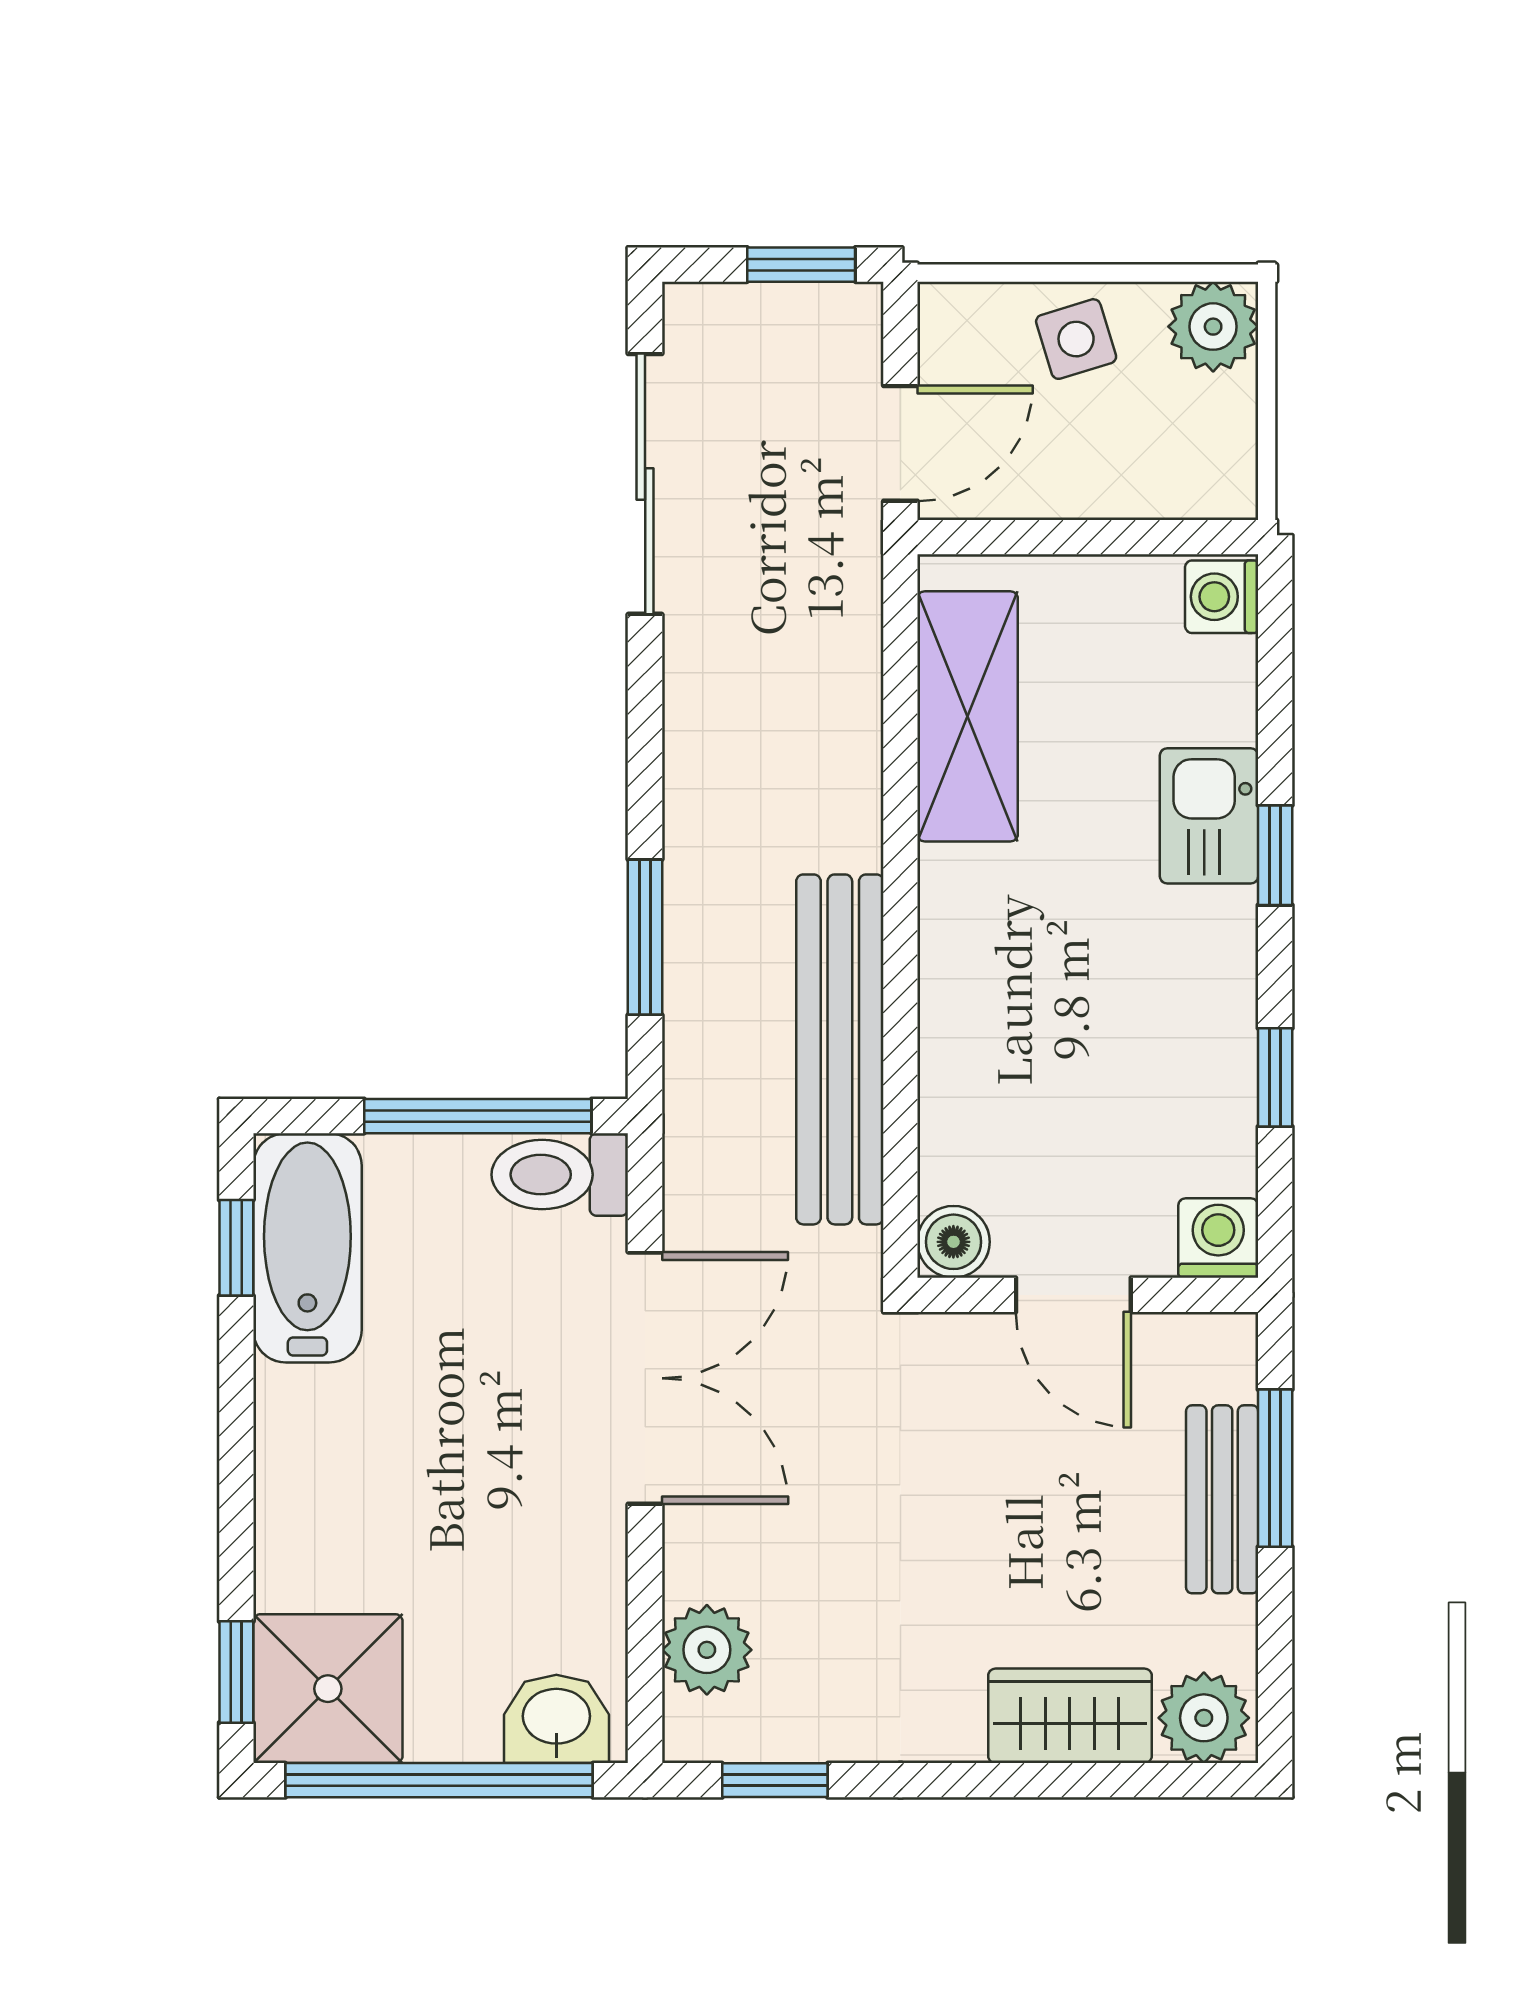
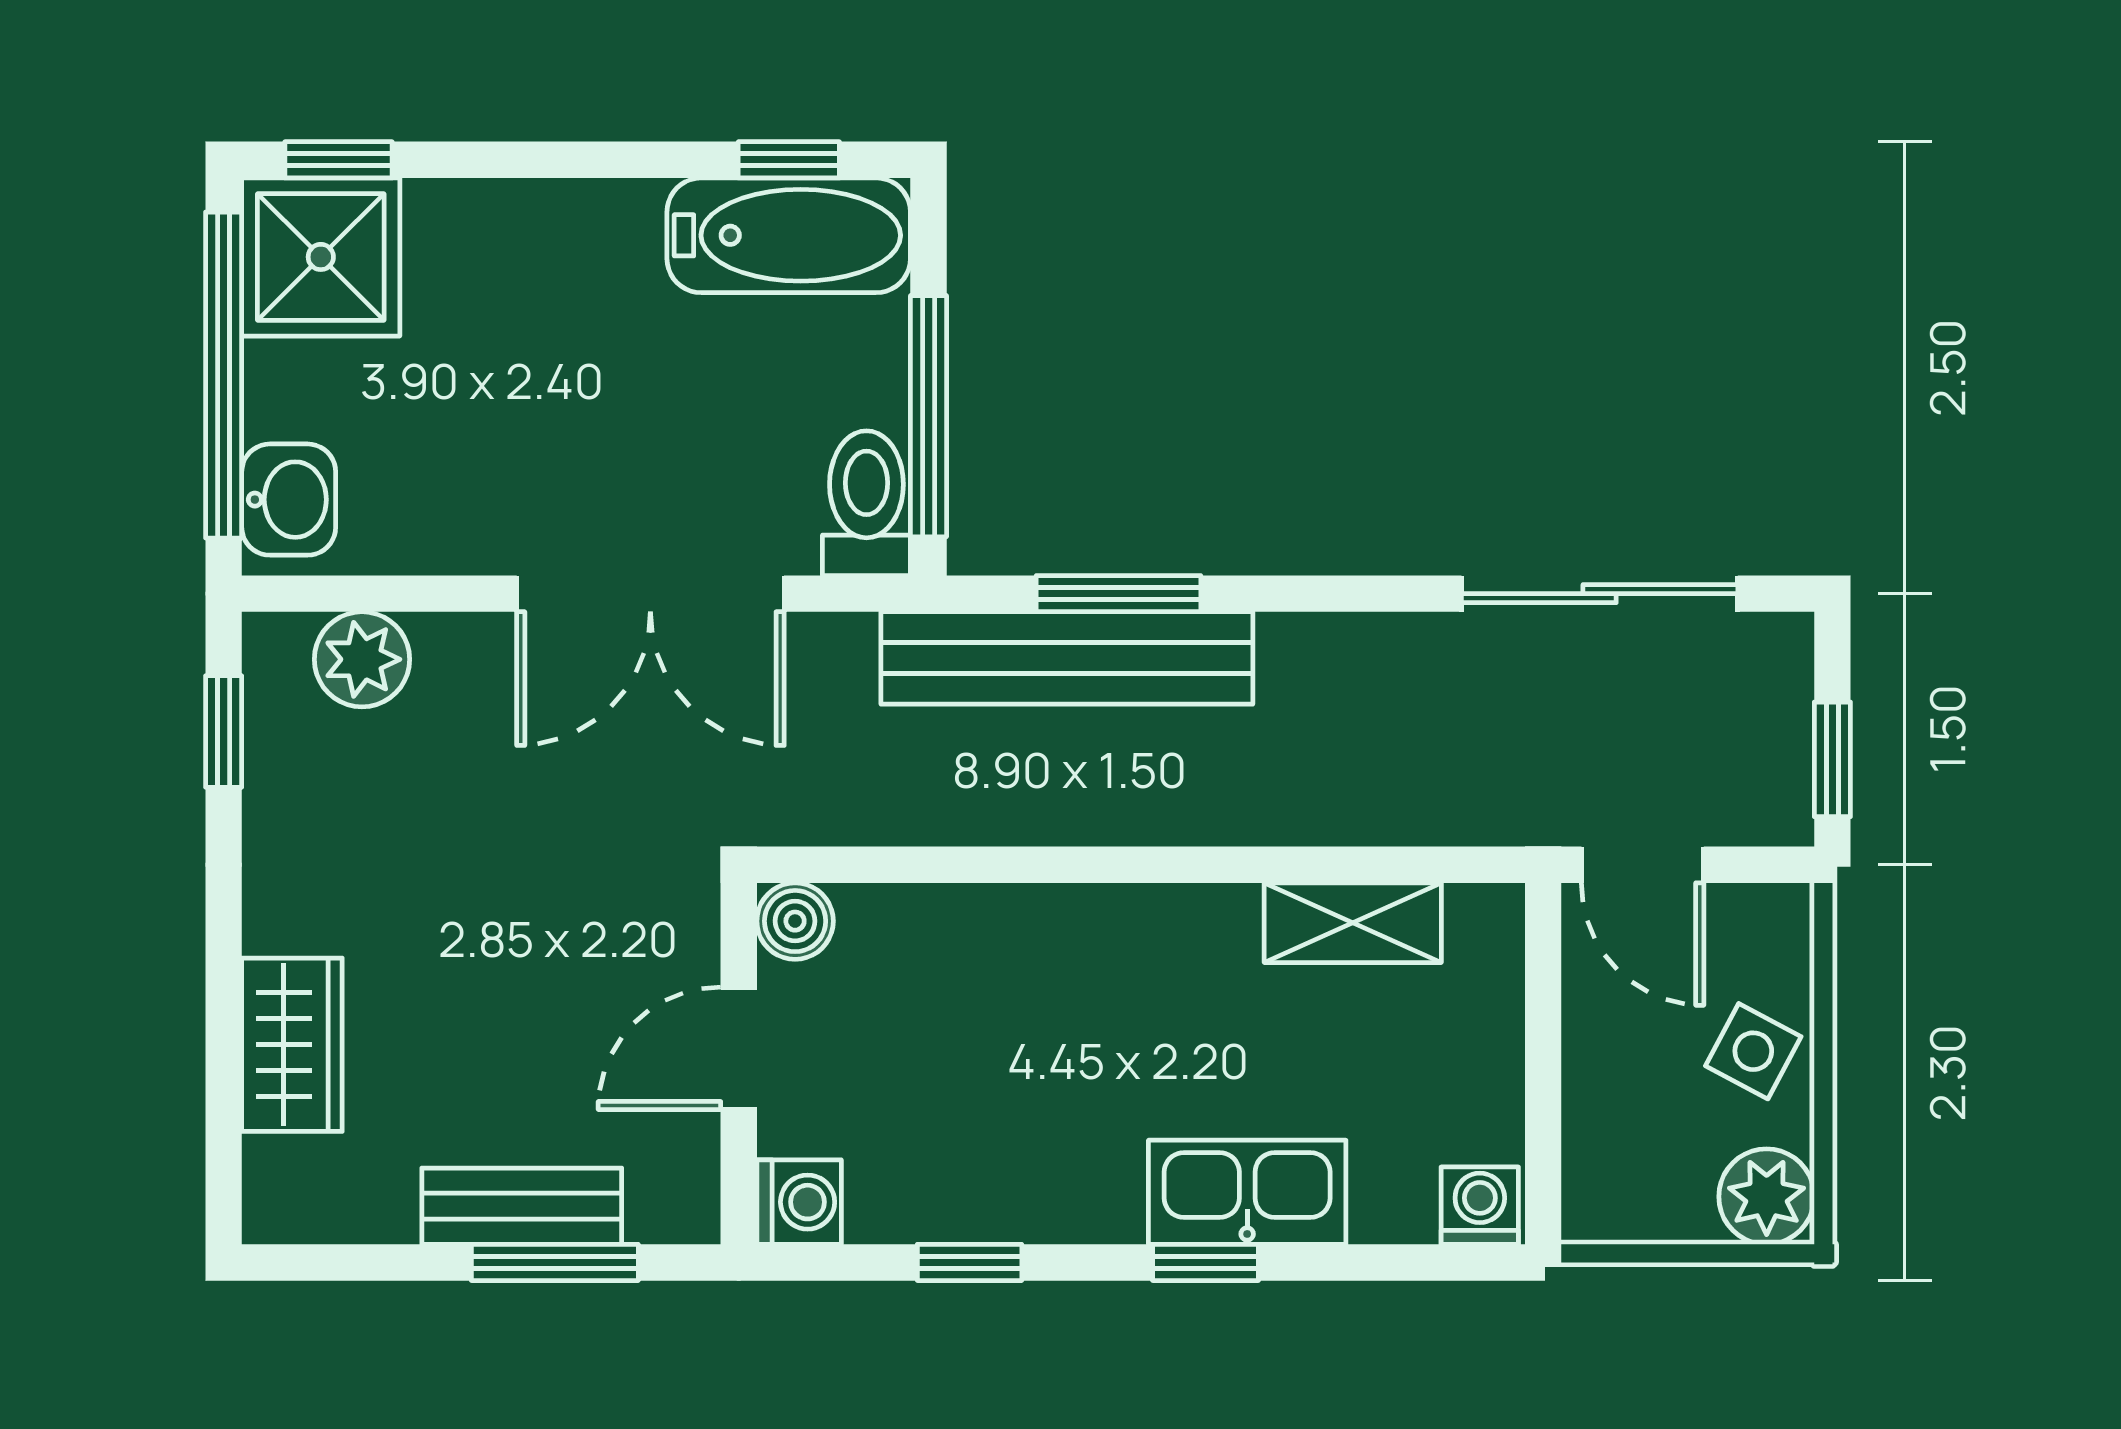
side table: (1076, 339) -> (1753, 1051), turned 45
shelving: (968, 716) -> (1353, 923), width x0.67, depth x0.75
kitchen sink: (1209, 816) -> (1247, 1192), width x1.38
bench: (840, 1049) -> (1067, 658), moved
plant: (1204, 1718) -> (290, 1187), removed

